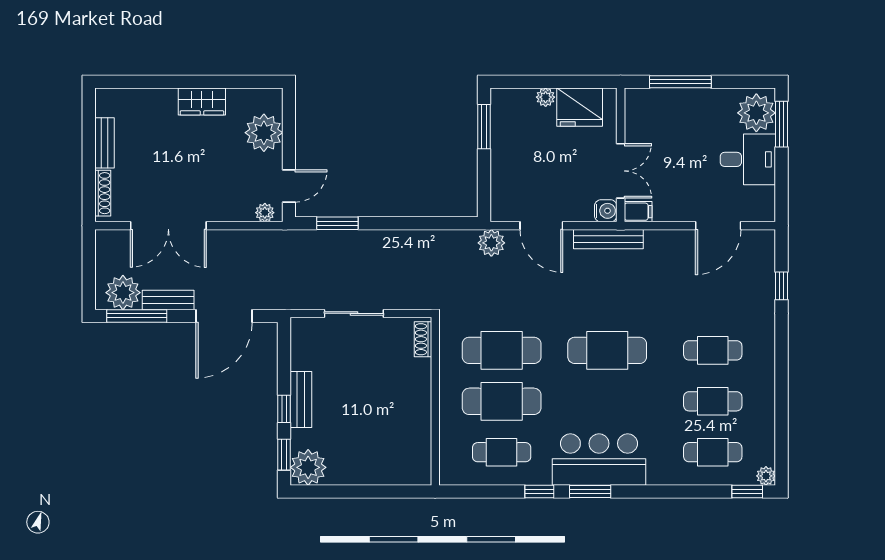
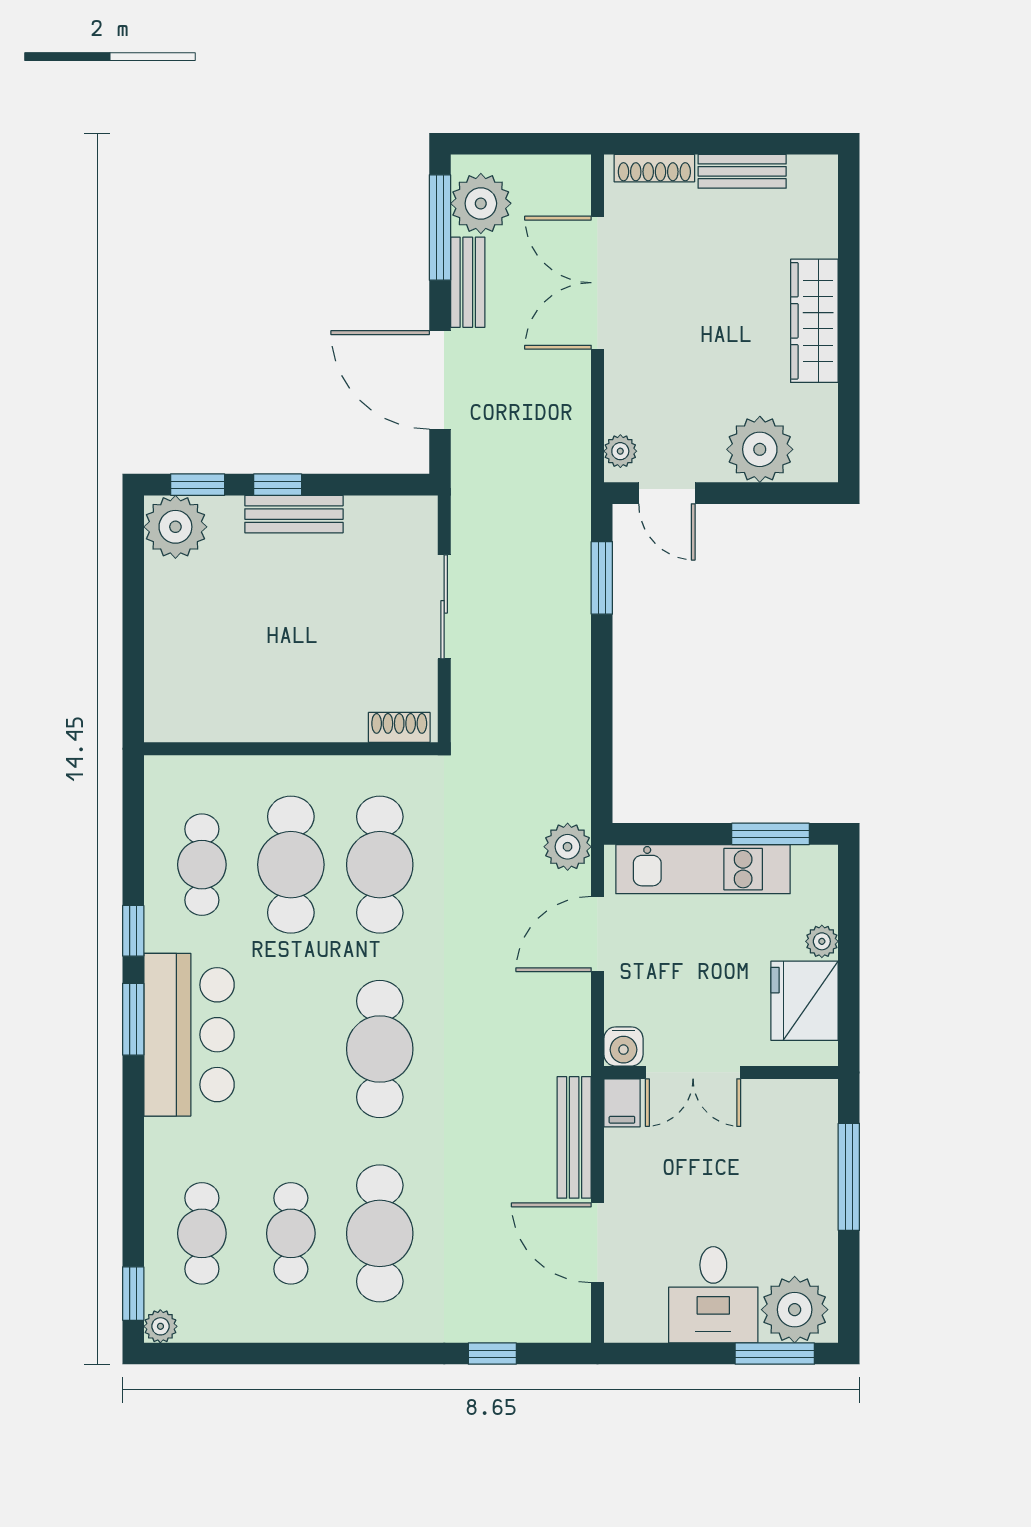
wardrobe: (202, 101) -> (814, 321), width x1.50
kitchen unit: (504, 165) -> (703, 869), added
bench: (608, 239) -> (574, 1137), moved
cafe table: (713, 350) -> (380, 1233), width x1.37, depth x1.35

